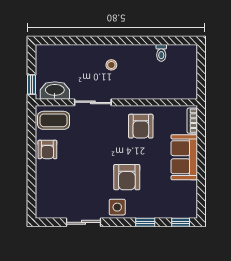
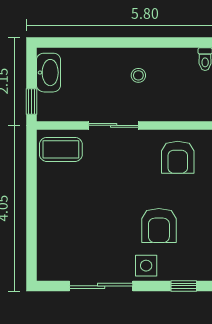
washbasin: (55, 90) -> (49, 73), moved, turned 90
armchair: (47, 149) -> (53, 188), removed
sliding door: (84, 222) -> (101, 286), width x1.37

